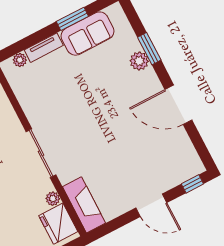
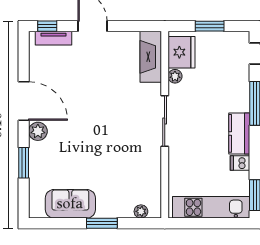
window: (72, 19) -> (102, 223), moved
tv unit: (44, 48) -> (53, 38), moved, turned 180
plant: (139, 61) -> (38, 131), moved

